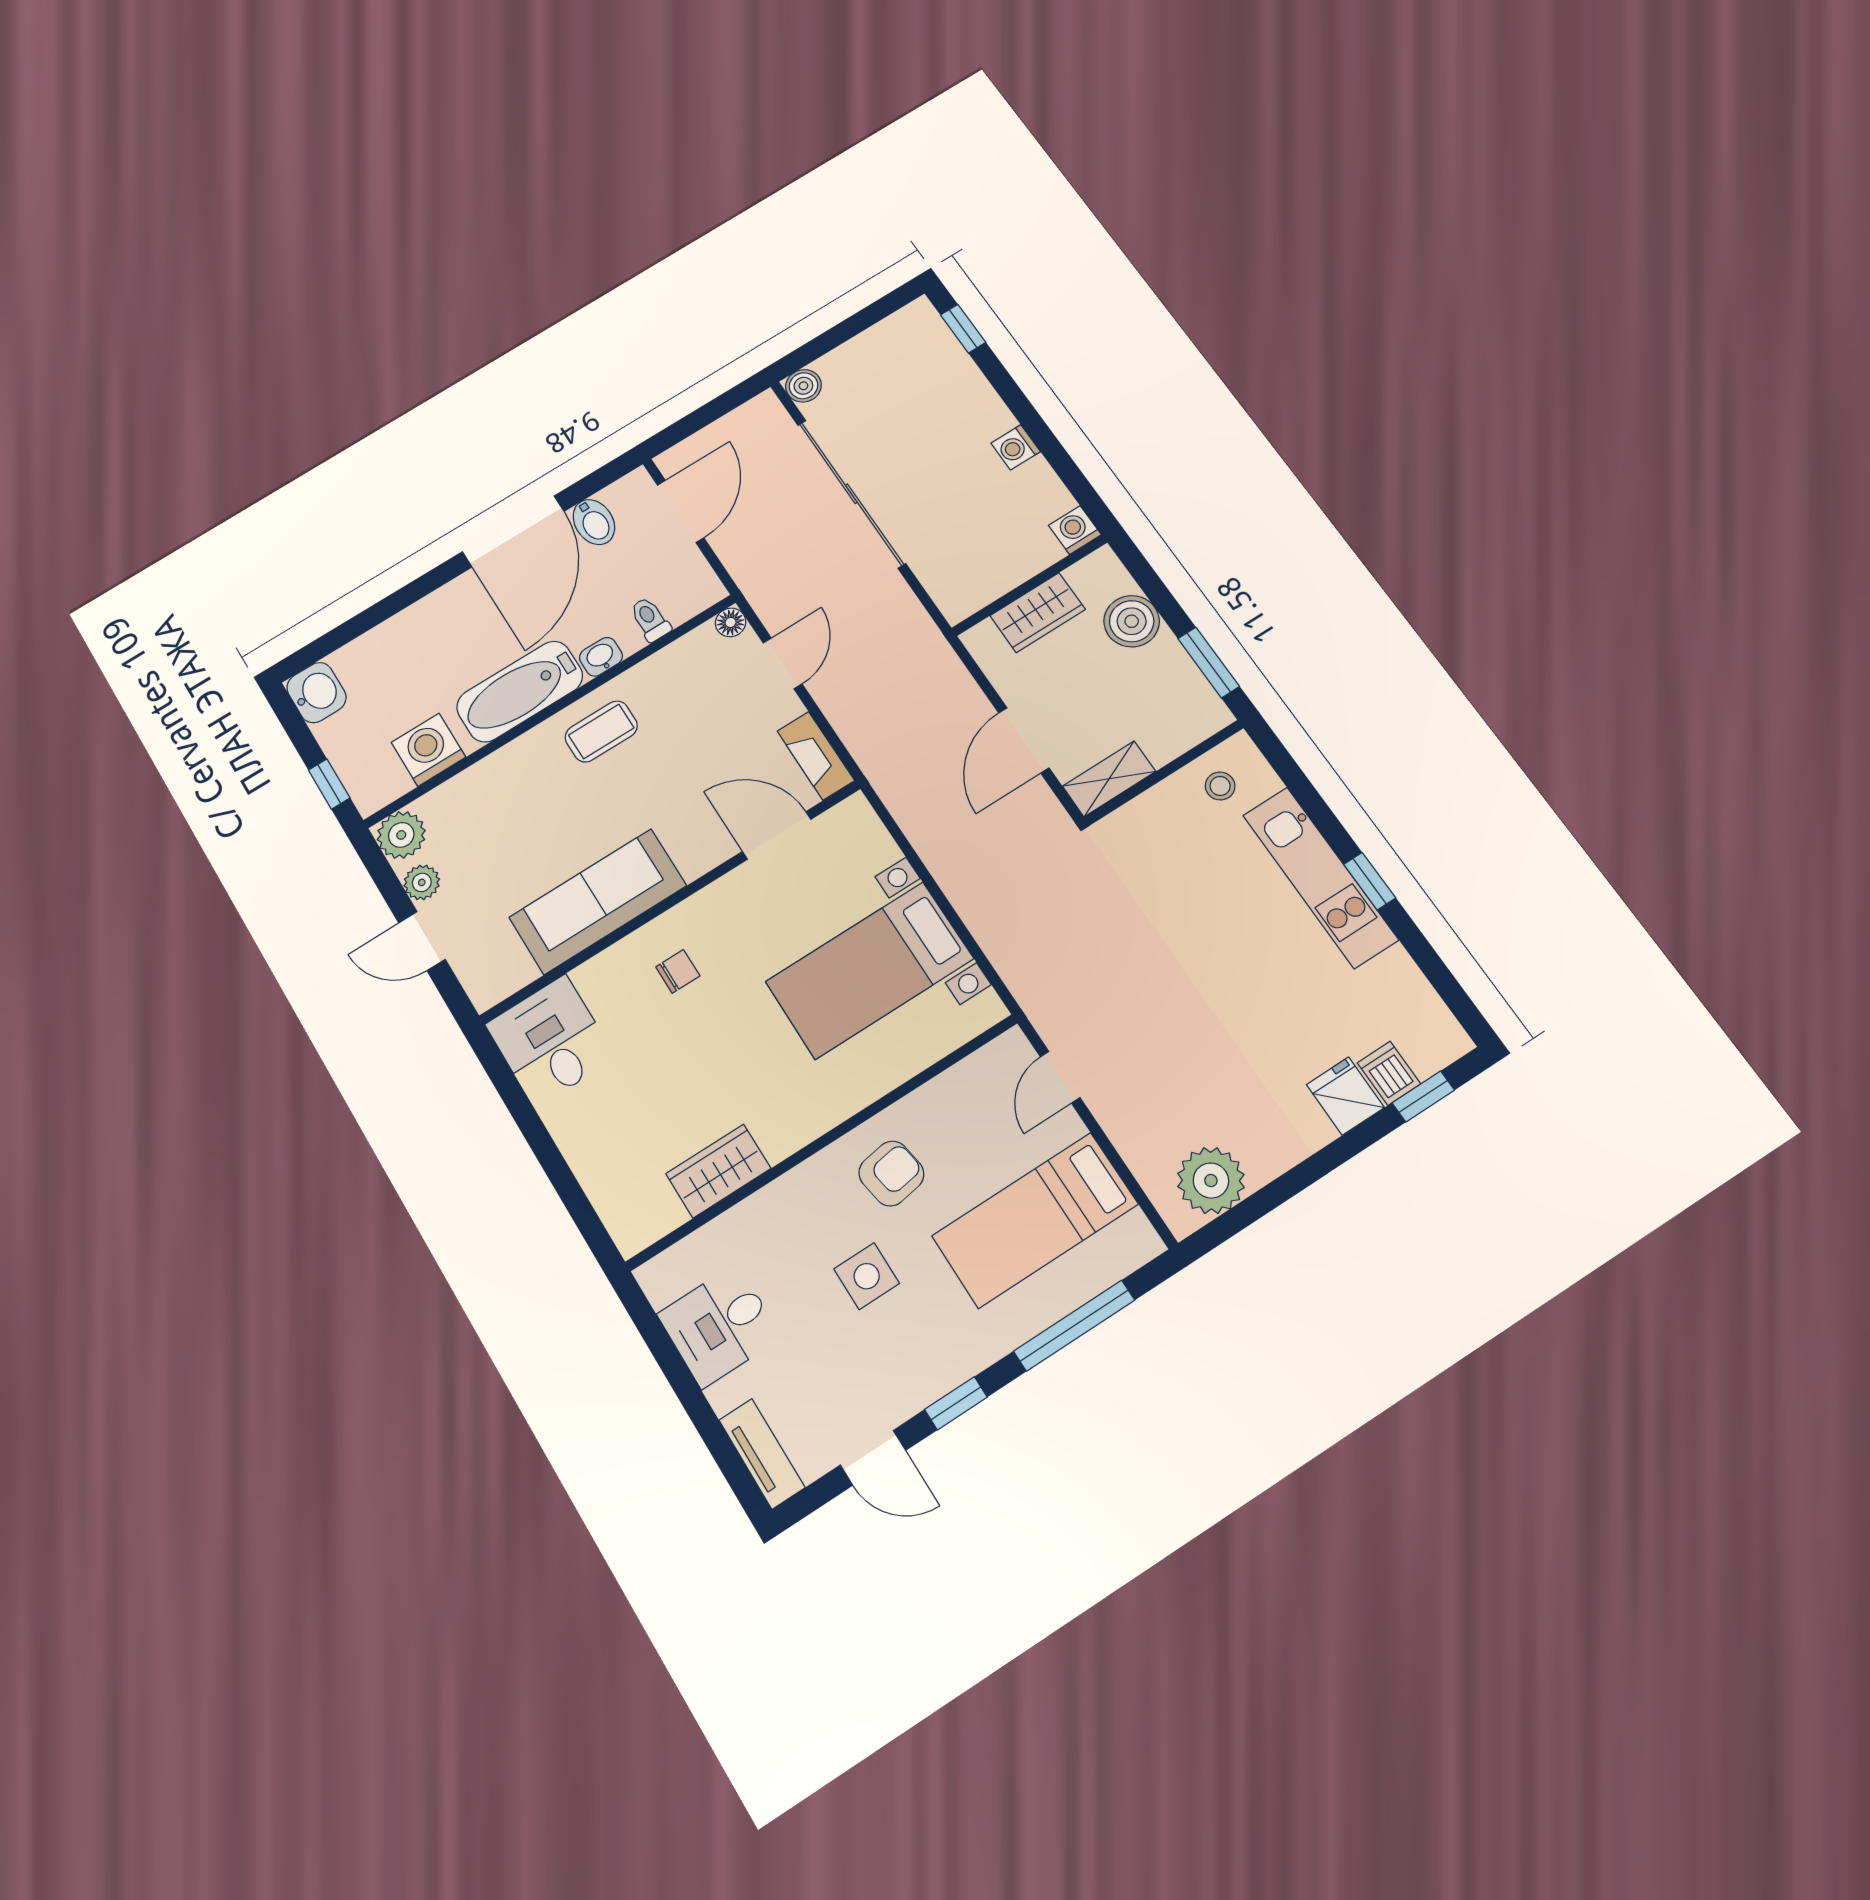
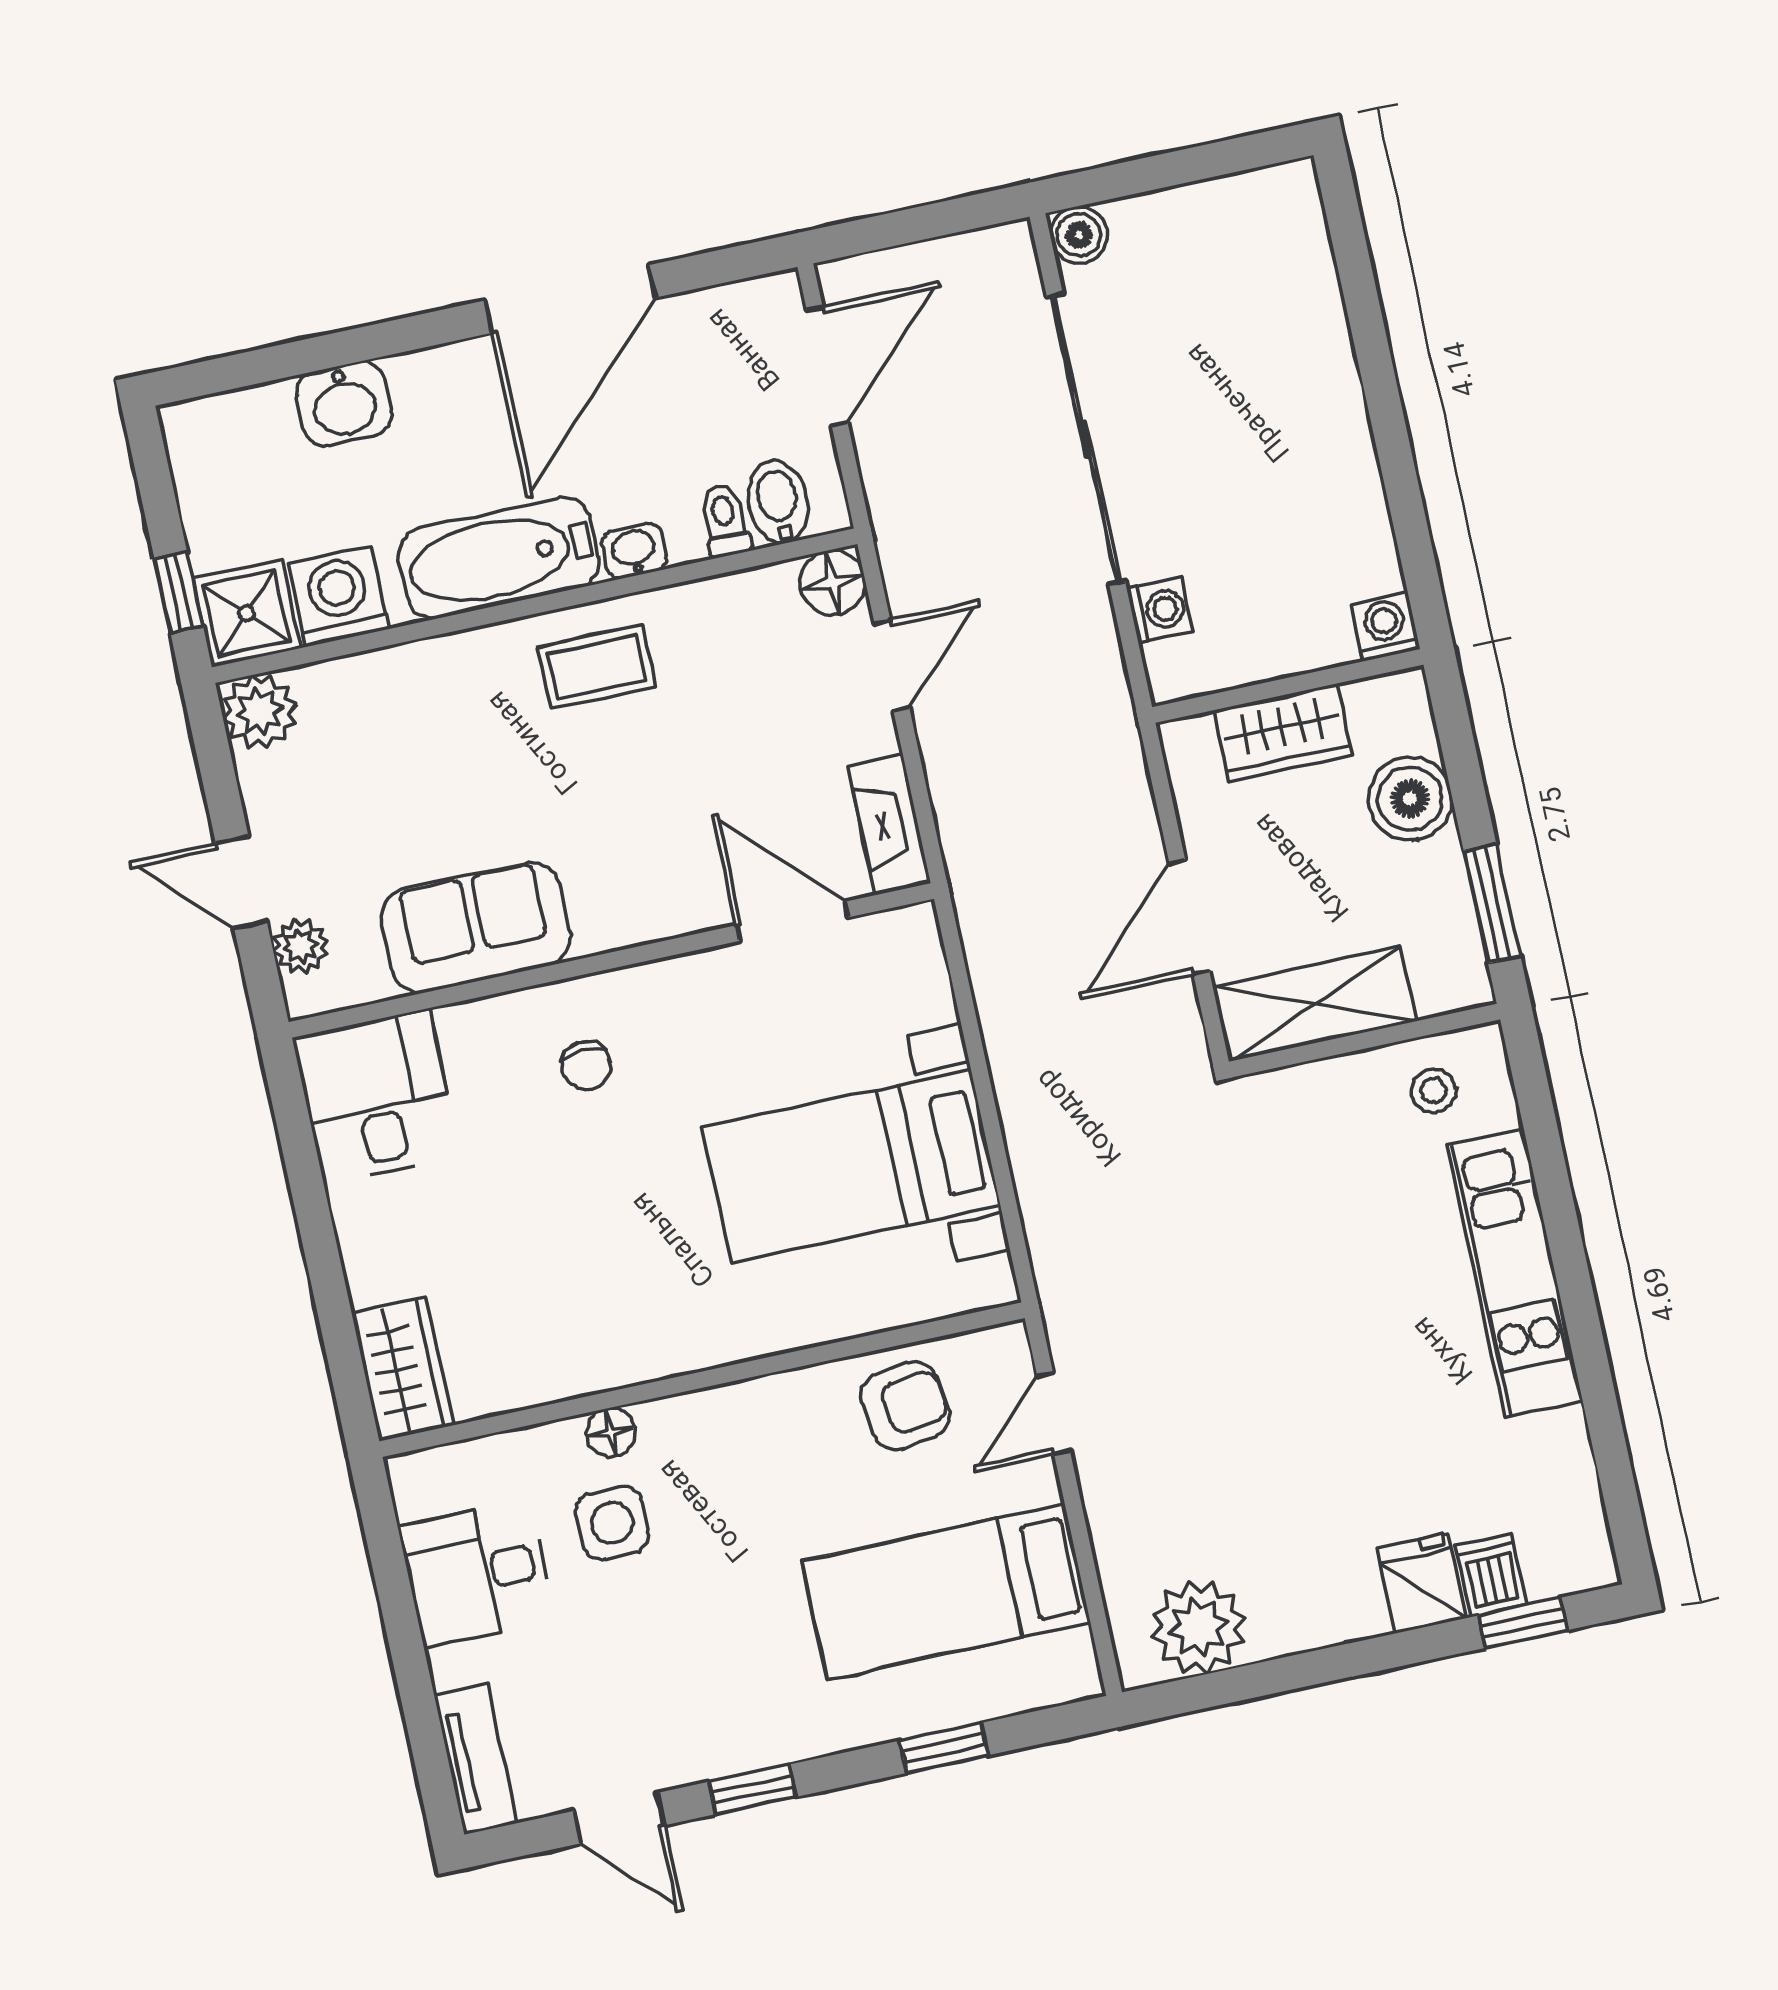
window: (963, 329) -> (1348, 237), removed
washing machine: (1016, 447) -> (1160, 610), moved, turned 180
bidet: (594, 522) -> (778, 502), moved, turned 180
floor lamp: (731, 622) -> (833, 582), width x1.37, depth x1.37
washbasin: (316, 693) -> (344, 403), moved, turned 90
shelving: (1109, 779) -> (1315, 1004), width x1.50, depth x1.33
shower: (375, 781) -> (247, 613), added
window: (1370, 881) -> (1579, 1305), removed
plant: (422, 882) -> (300, 947), moved
sofa: (598, 901) -> (476, 927), width x0.73
chair: (678, 971) -> (586, 1065), turned 86
wardrobe: (718, 1171) -> (403, 1369), moved, turned 90
armchair: (891, 1173) -> (905, 1406), moved
floor lamp: (776, 1198) -> (611, 1432), added
side table: (867, 1276) -> (612, 1523), moved
window: (1074, 1326) -> (944, 1748), width x0.46

